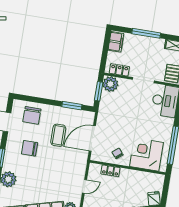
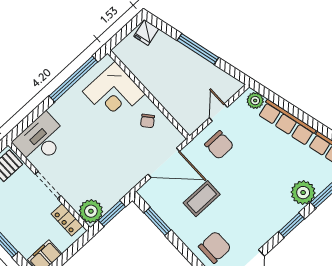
chair: (30, 148) -> (219, 145), moved
locker: (110, 171) -> (172, 107), removed
door: (84, 186) -> (218, 112), hinge flipped

